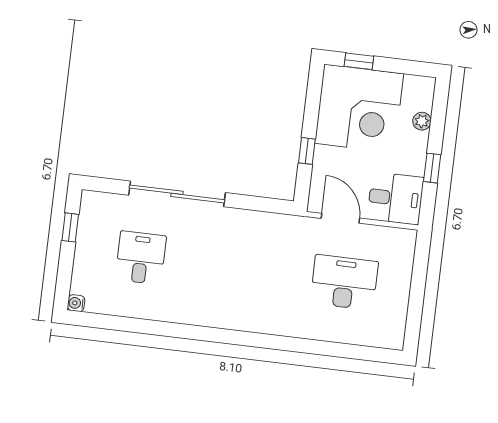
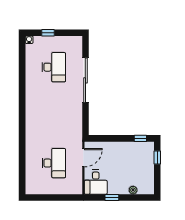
corner desk: (359, 108) -> (135, 160), removed
window: (307, 151) -> (140, 138), moved
window: (70, 227) -> (48, 33), moved
desk: (141, 258) -> (54, 67), width x1.37

